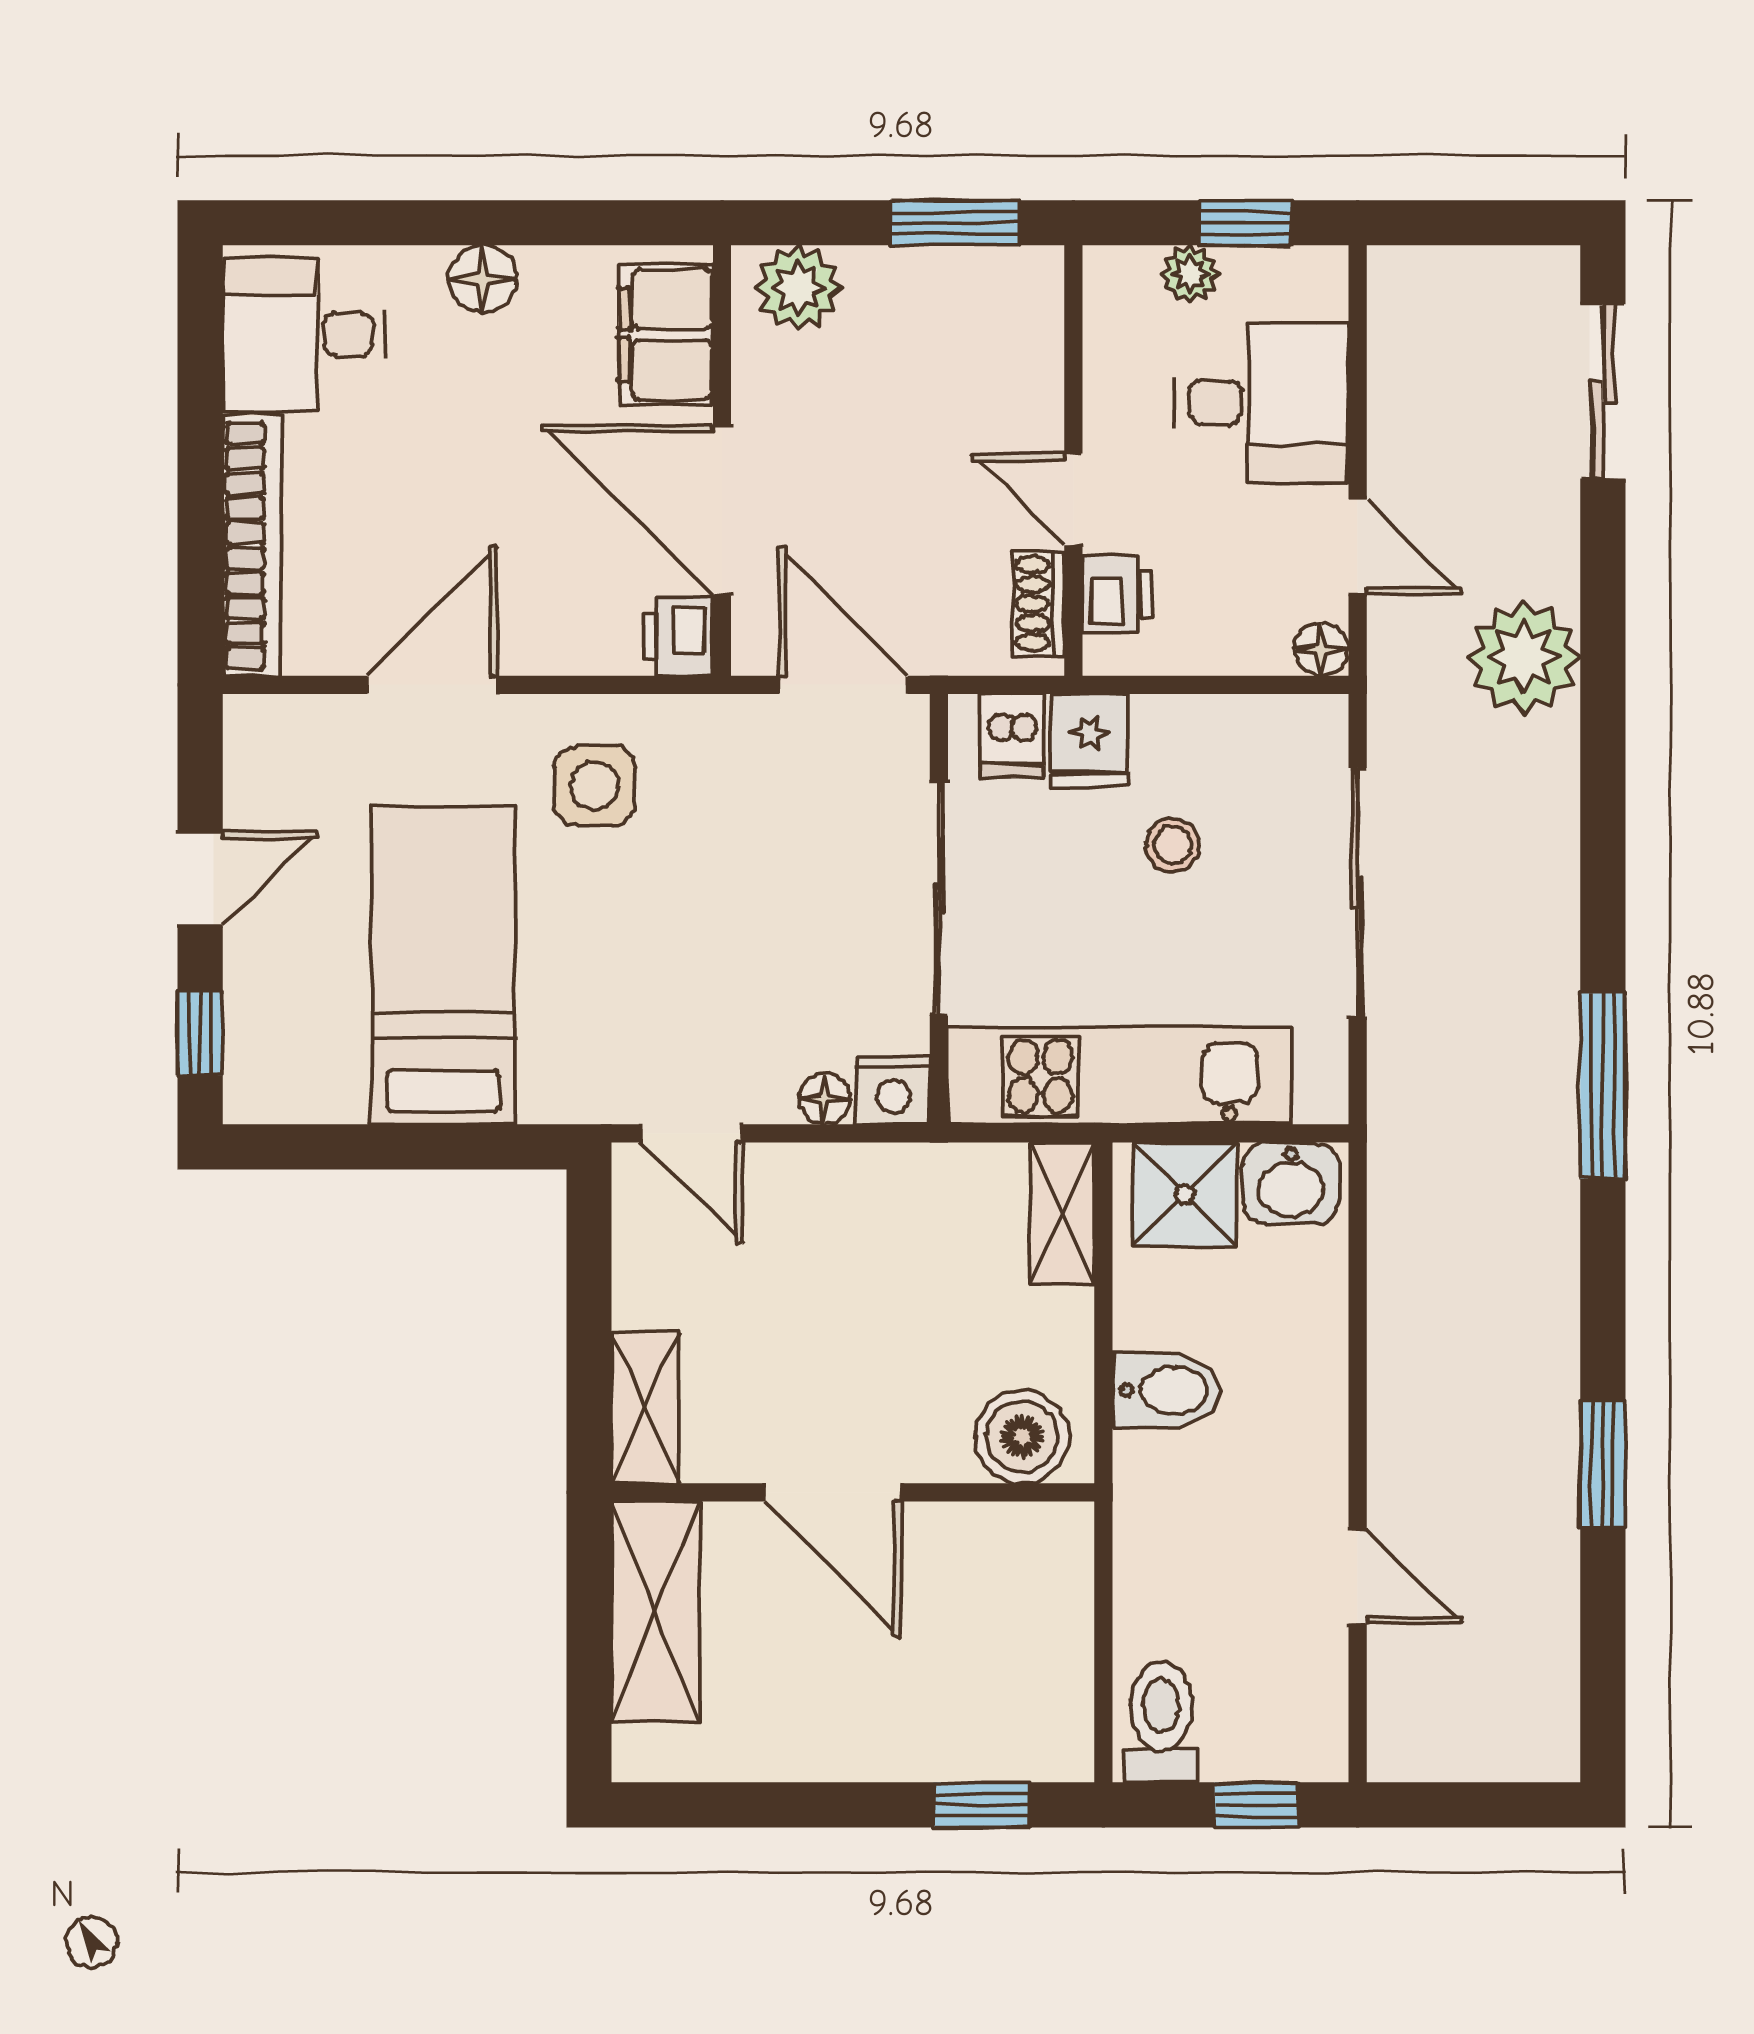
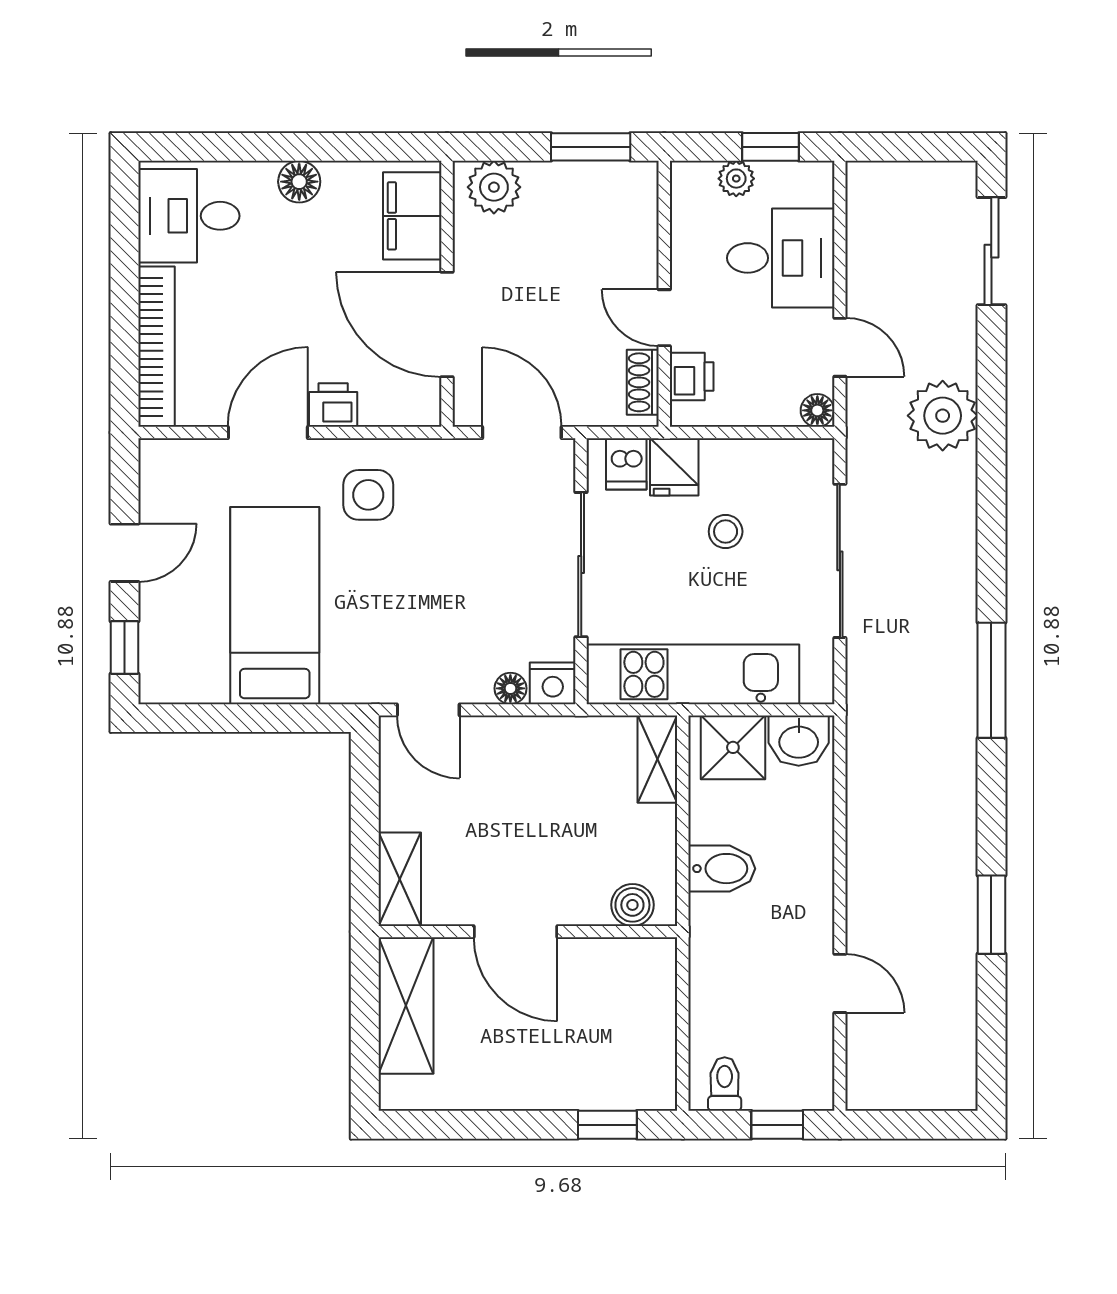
printer: (678, 637) -> (333, 405), moved, turned 90
boiler: (1022, 1437) -> (632, 905), width x0.73, depth x0.73
toilet: (1161, 1722) -> (725, 1084), width x0.73, depth x0.72

